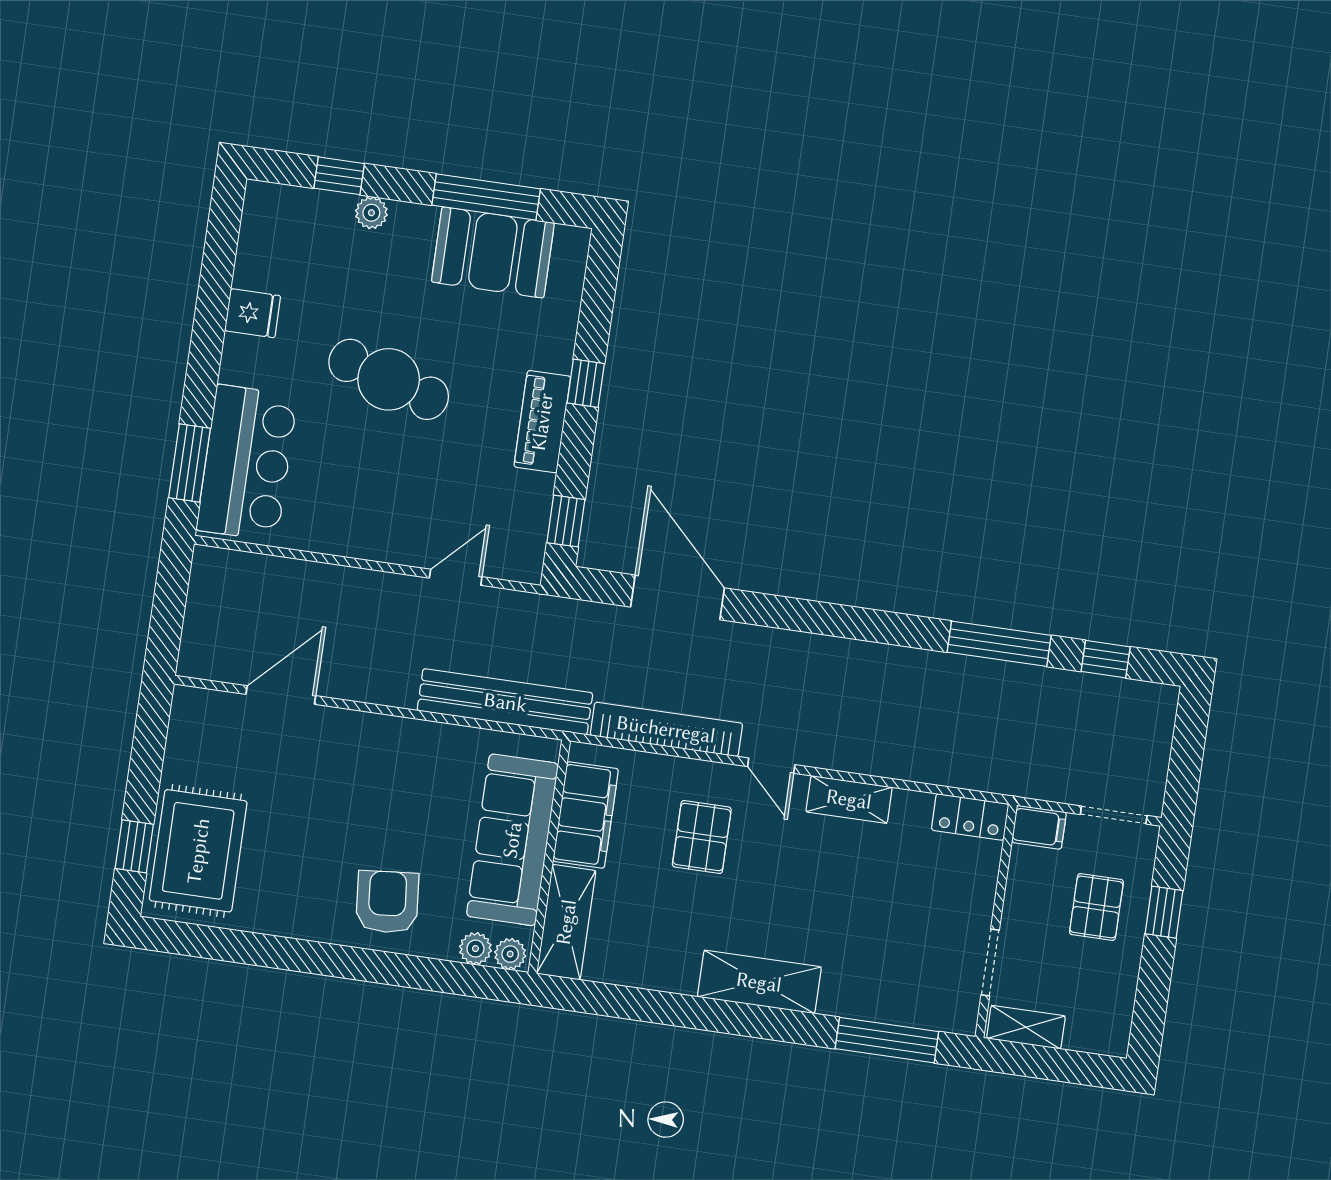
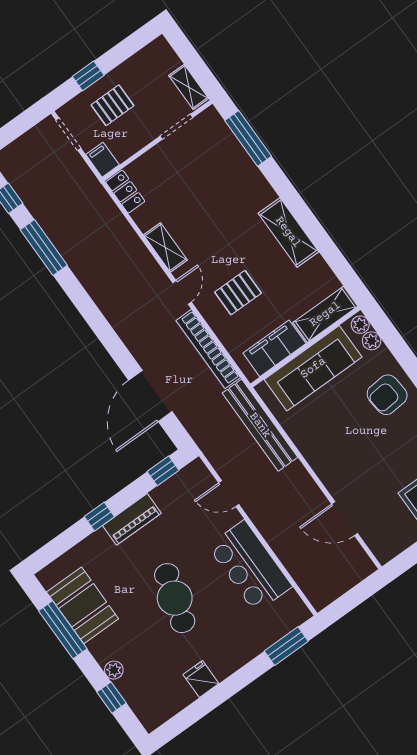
bar counter: (247, 463) -> (250, 566), moved, turned -90
shelving: (759, 982) -> (288, 232), moved

